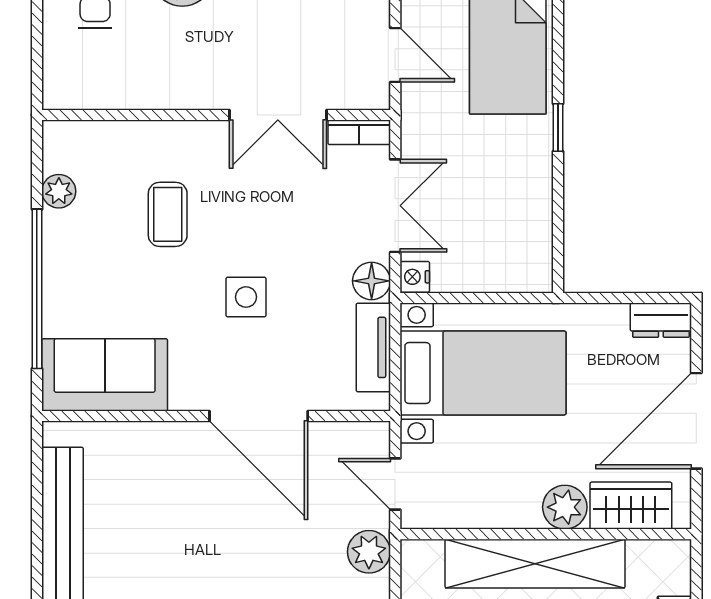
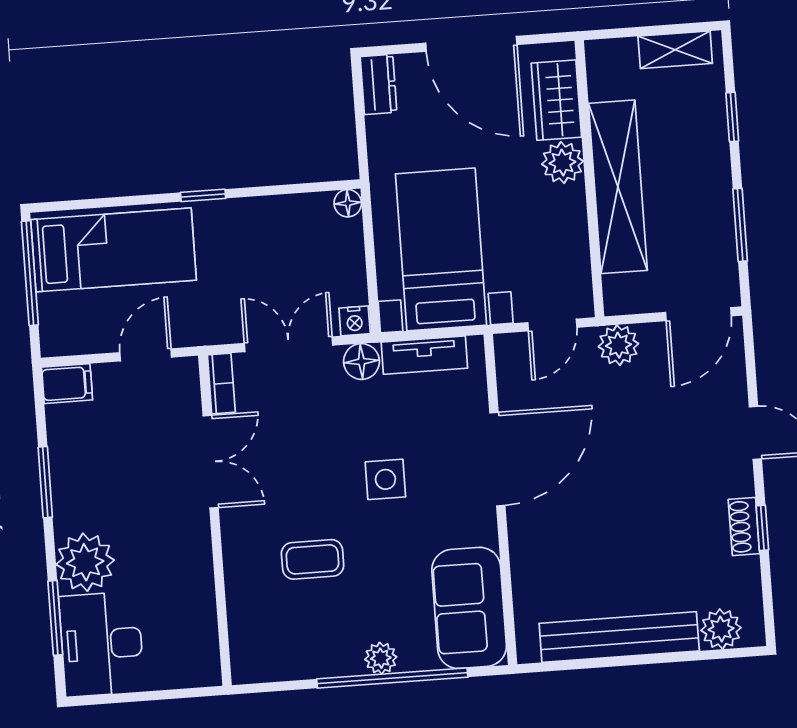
plant: (59, 191) -> (381, 658), moved
floor lamp: (539, 279) -> (348, 203), added

